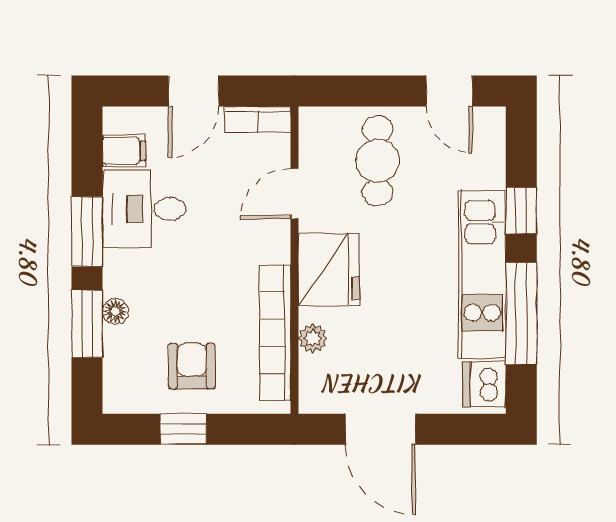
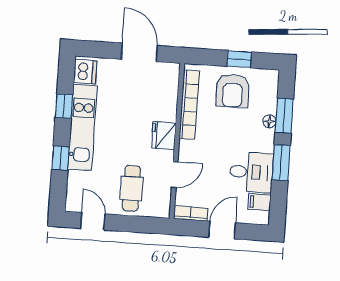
fridge: (329, 269) -> (164, 135), width x0.73, depth x0.75
window: (521, 313) -> (64, 106), width x0.46
plant: (313, 338) -> (170, 101), removed
armchair: (192, 366) -> (233, 91), width x1.38, depth x1.38

